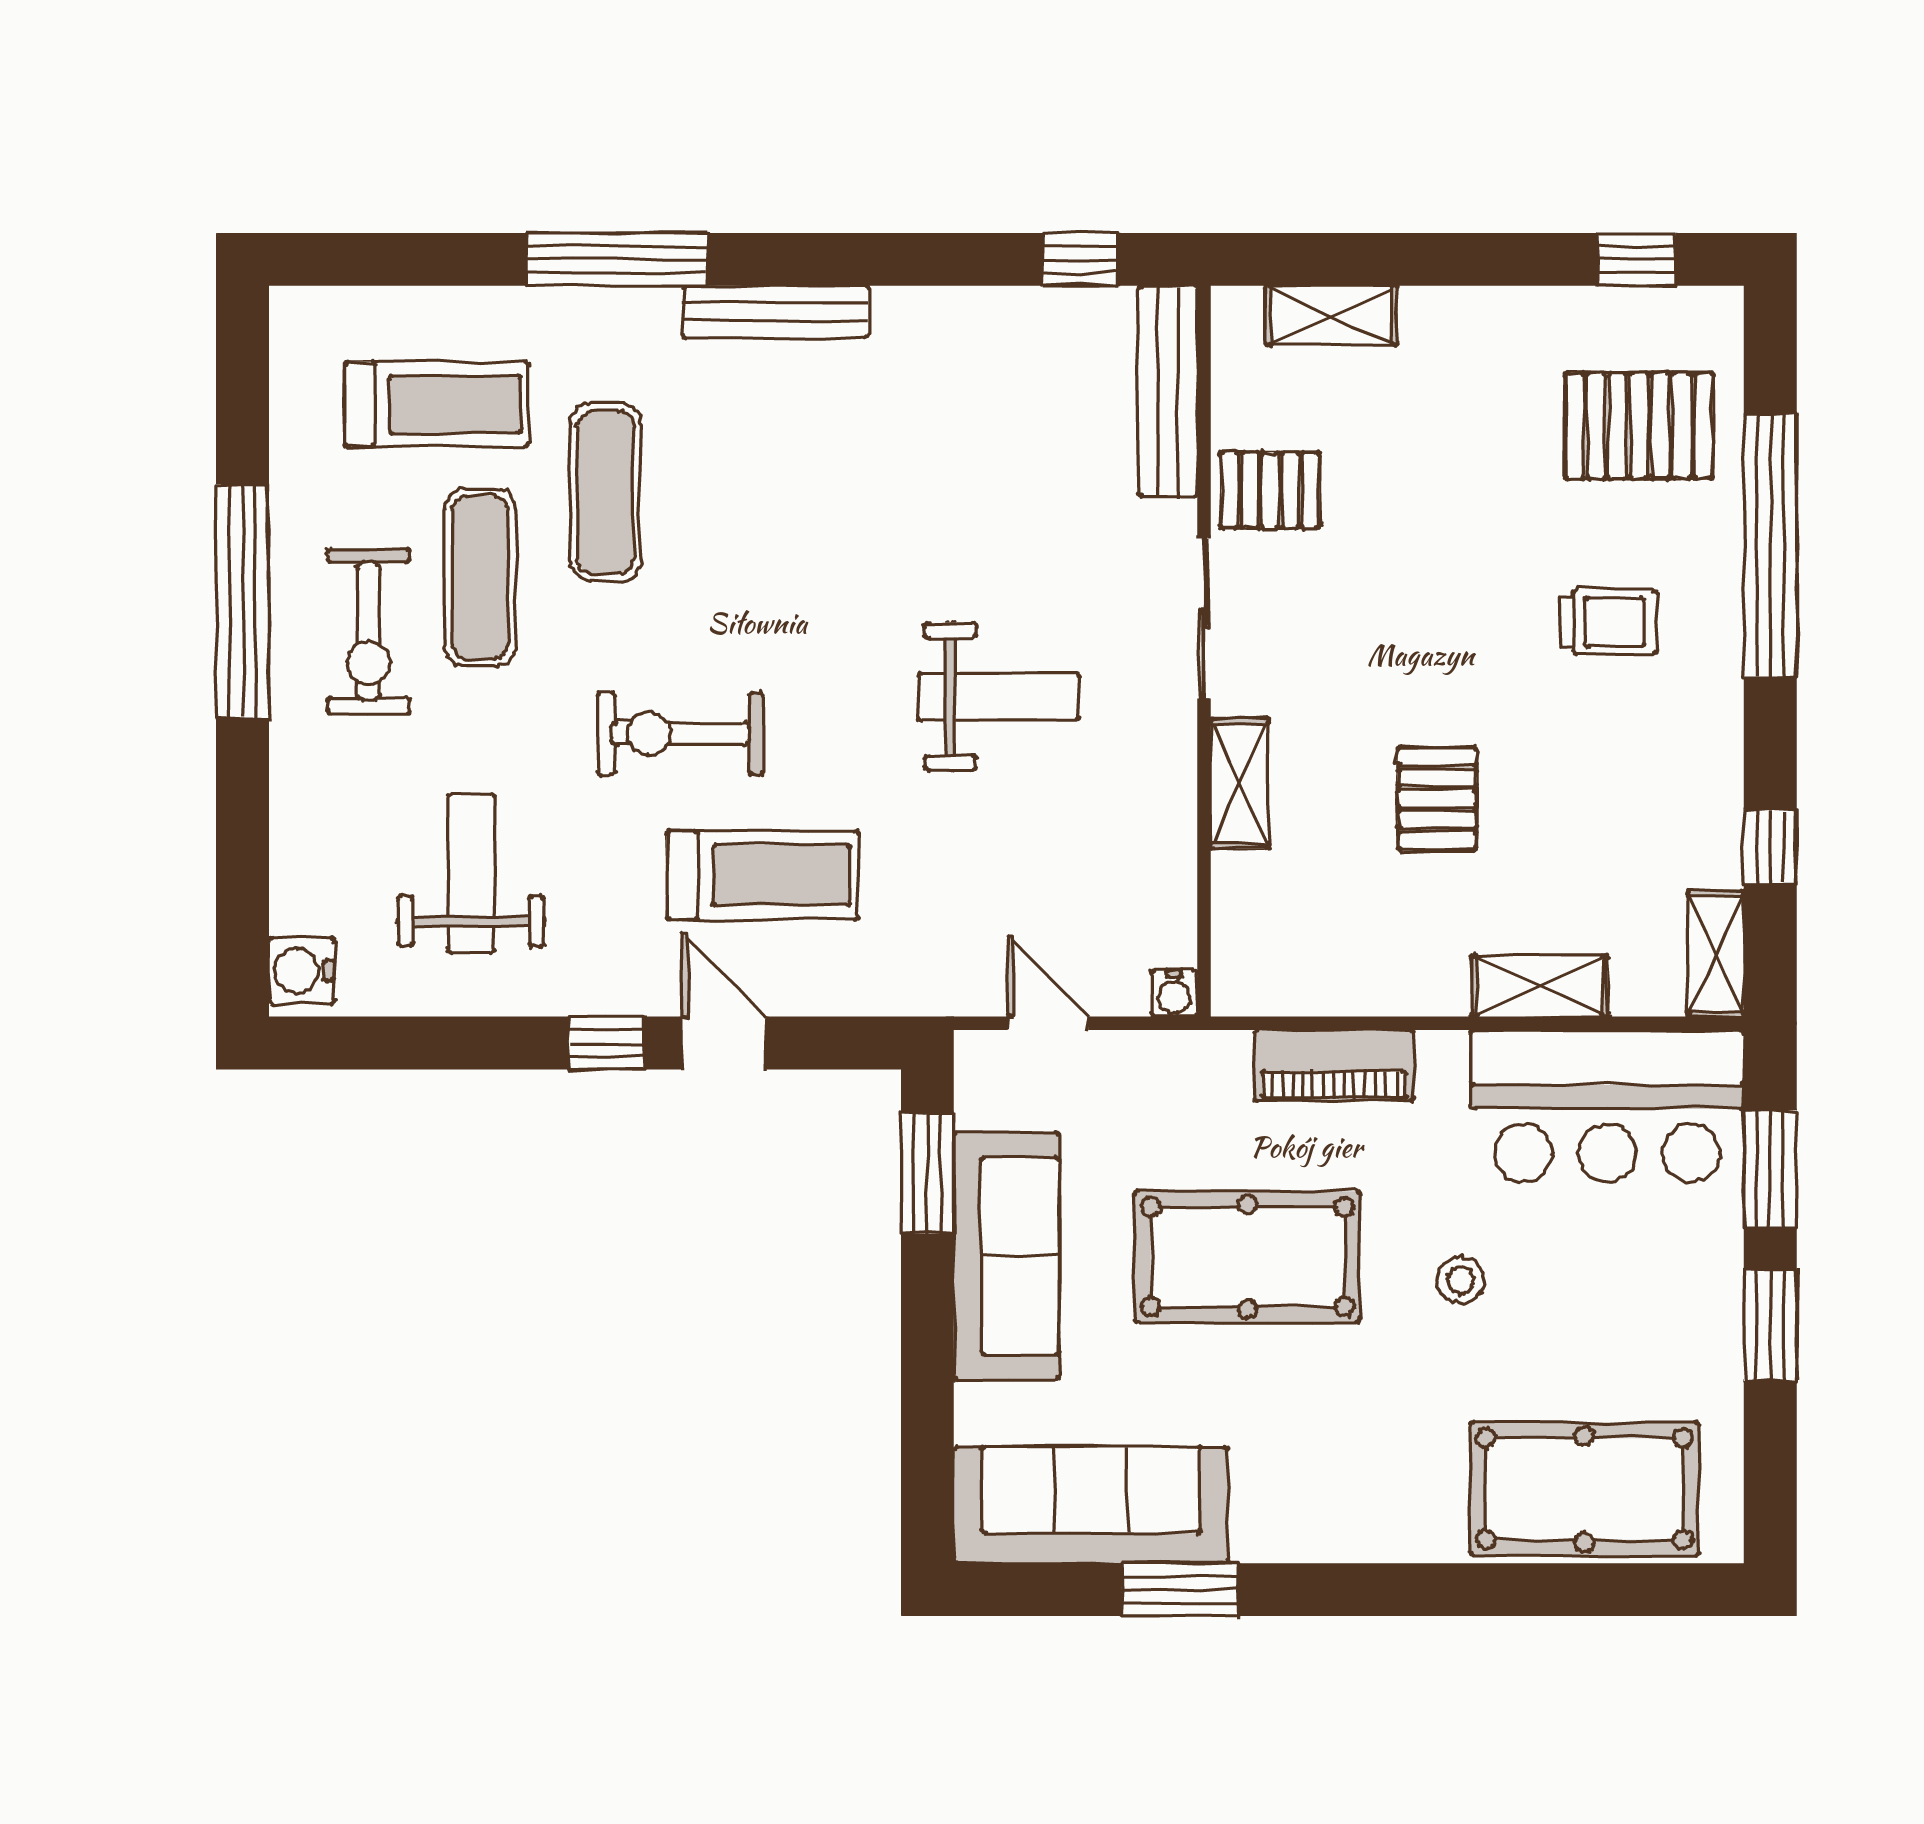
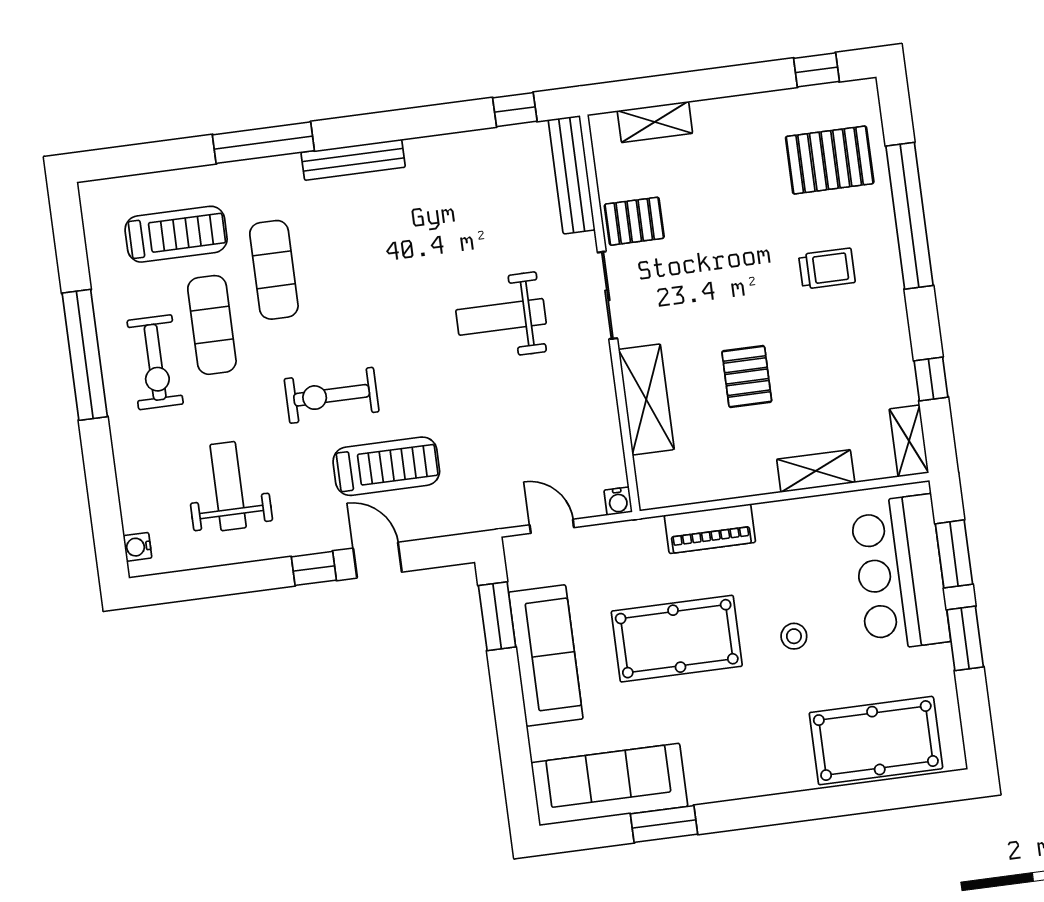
weight bench: (999, 697) -> (501, 317), moved, turned 180
shelving: (1240, 784) -> (646, 399), width x1.50, depth x1.33
water cooler: (301, 971) -> (138, 547), width x0.72, depth x0.72
bar counter: (1607, 1106) -> (900, 573), moved, turned 90

